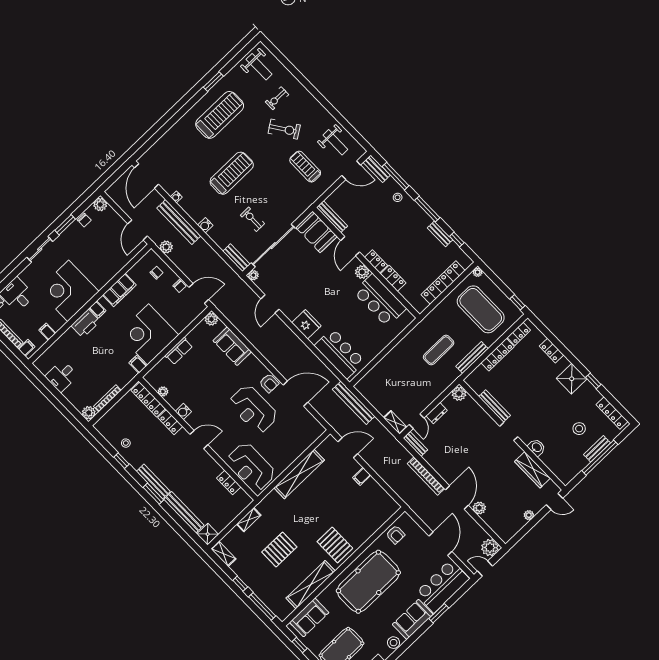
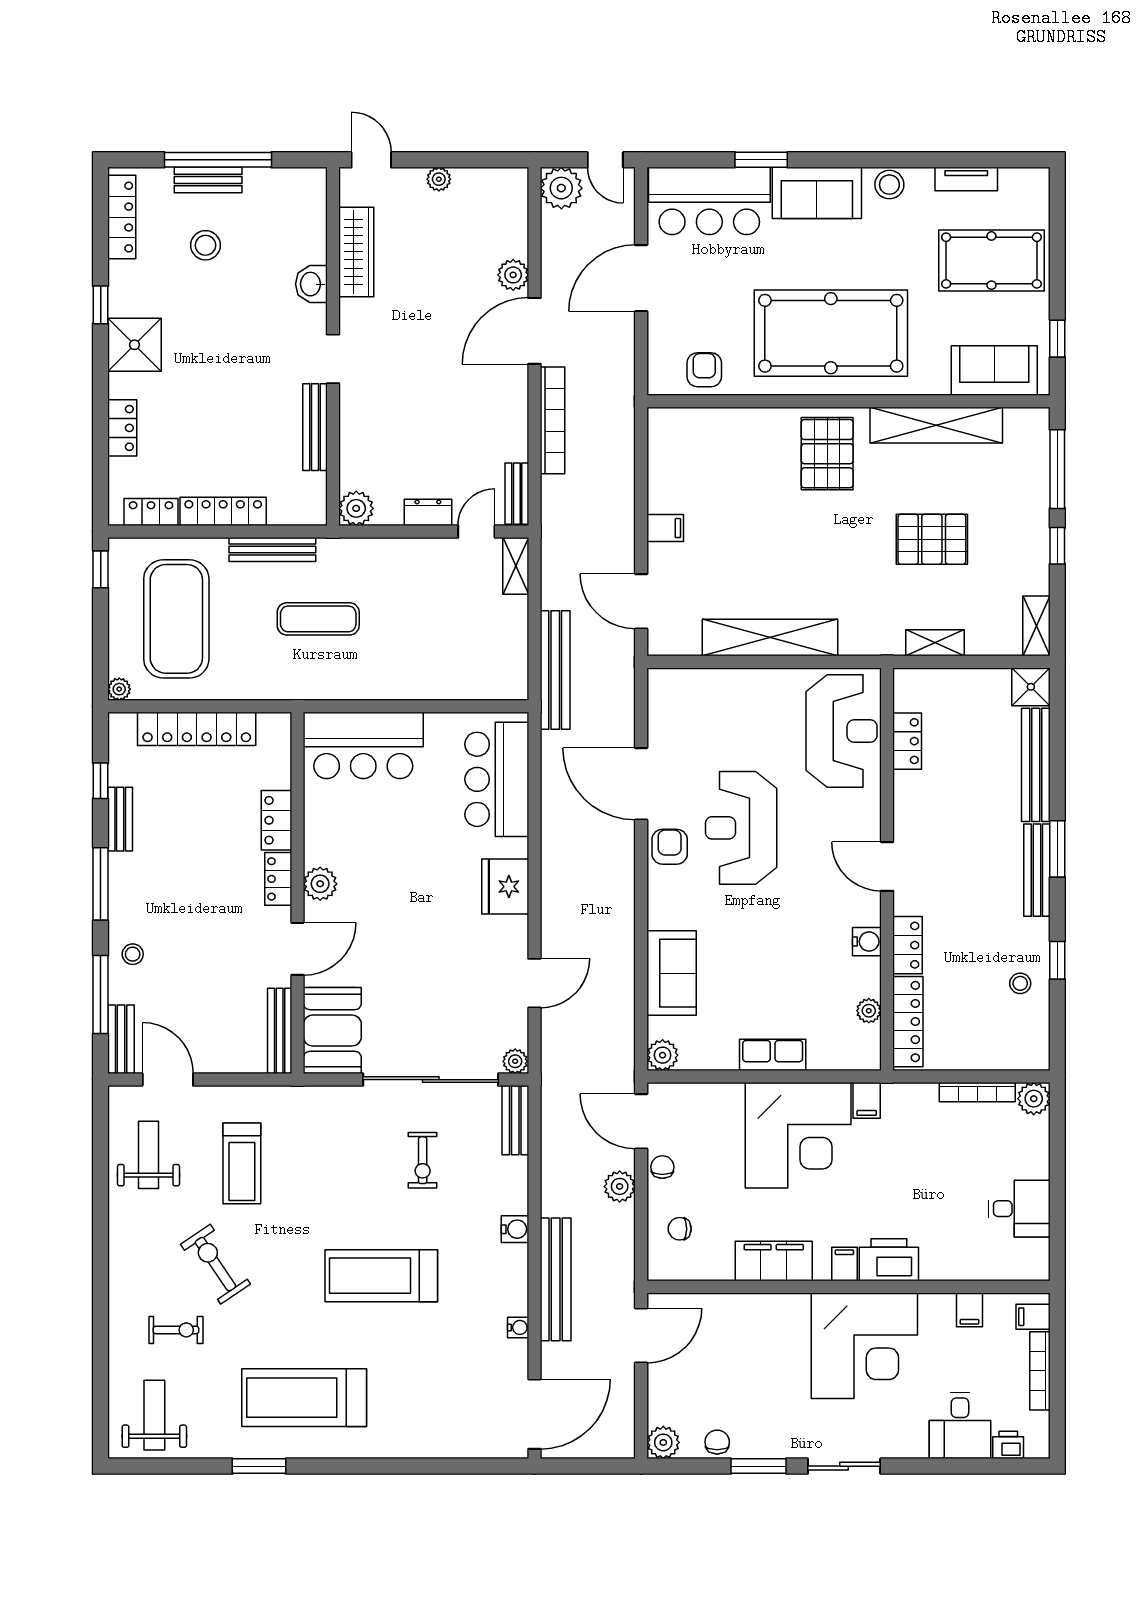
plant: (166, 247) -> (620, 1186), moved
bar counter: (380, 300) -> (363, 745), moved, turned 90
reception desk: (253, 409) -> (741, 828), turned 180

